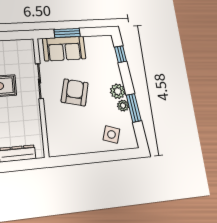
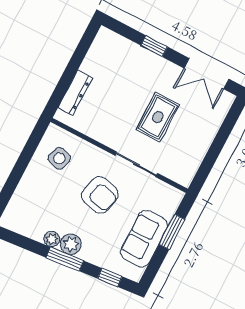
sofa: (64, 49) -> (144, 239), moved
window: (134, 108) -> (65, 259), moved
side table: (111, 134) -> (59, 158), moved

